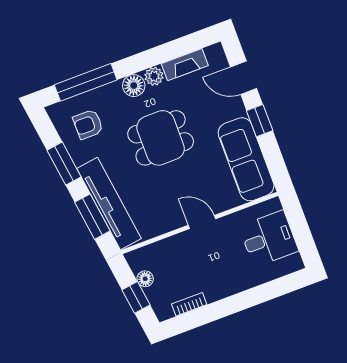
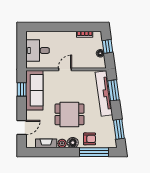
door: (244, 78) -> (22, 128), hinge flipped
window: (260, 121) -> (22, 89), moved
armchair: (88, 124) -> (90, 139), moved
window: (64, 164) -> (119, 129), moved
door: (202, 222) -> (65, 69), swing flipped

